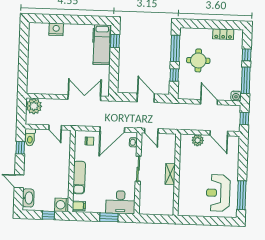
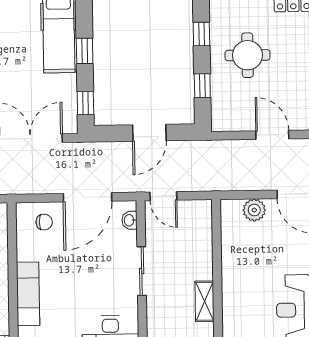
window: (115, 41) -> (85, 51), moved
window: (175, 48) -> (201, 34), width x0.46
window: (114, 81) -> (85, 103), added
door: (146, 98) -> (149, 133), swing flipped
shelving: (170, 174) -> (204, 301), moved

